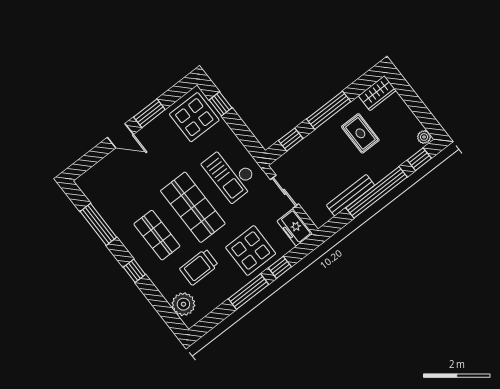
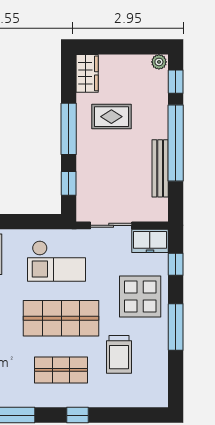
window: (280, 267) -> (176, 264), moved
plant: (183, 304) -> (142, 394), removed

